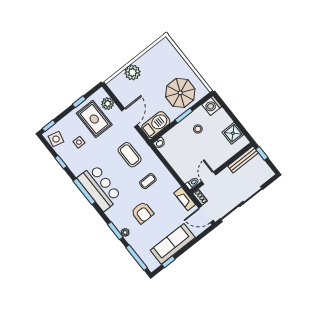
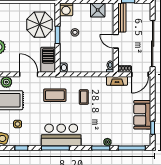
door: (209, 178) -> (116, 41), moved
armchair: (142, 213) -> (103, 119), removed
sofa: (173, 244) -> (142, 115), width x0.73

